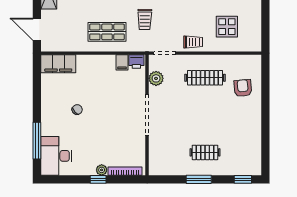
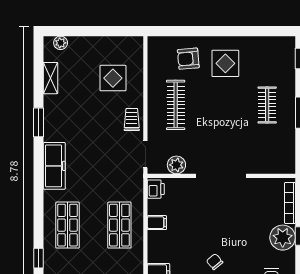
trolley: (145, 19) -> (104, 179), removed
filing cabinet: (122, 62) -> (157, 223), moved
display table: (239, 118) -> (225, 63), added
plant: (102, 170) -> (283, 238), width x1.88, depth x1.88

